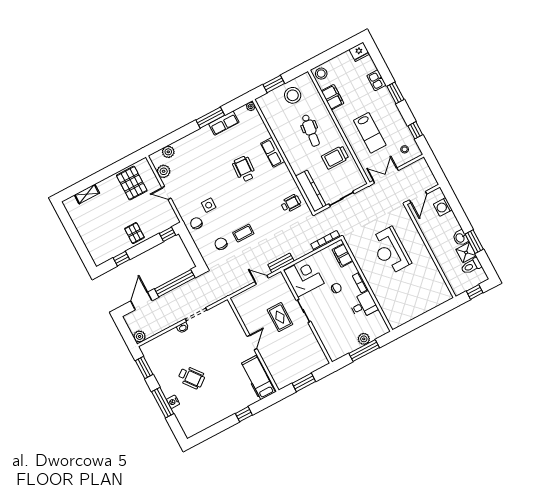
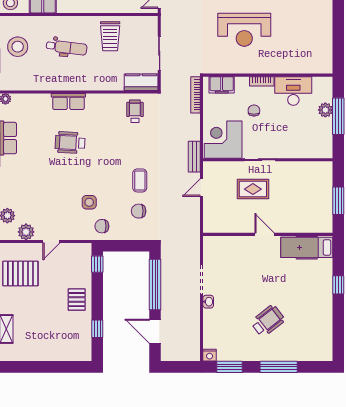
kitchen counter: (311, 191) -> (141, 82), width x0.67
pallet: (134, 233) -> (77, 300), turned 90
desk: (363, 305) -> (293, 91), width x1.37
plant: (140, 336) -> (193, 354), removed
nightstand: (173, 402) -> (210, 355), moved

